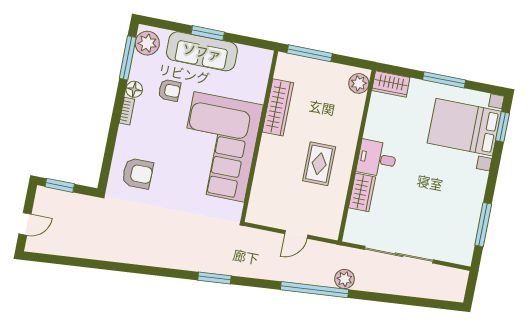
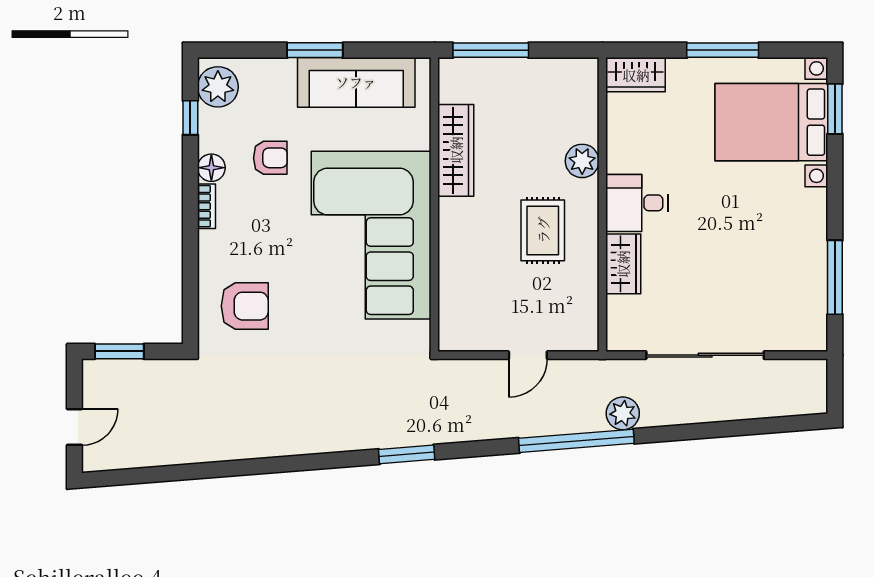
sofa: (202, 51) -> (356, 82), moved
window: (128, 58) -> (190, 118), width x0.46
plant: (359, 83) -> (582, 161), moved

